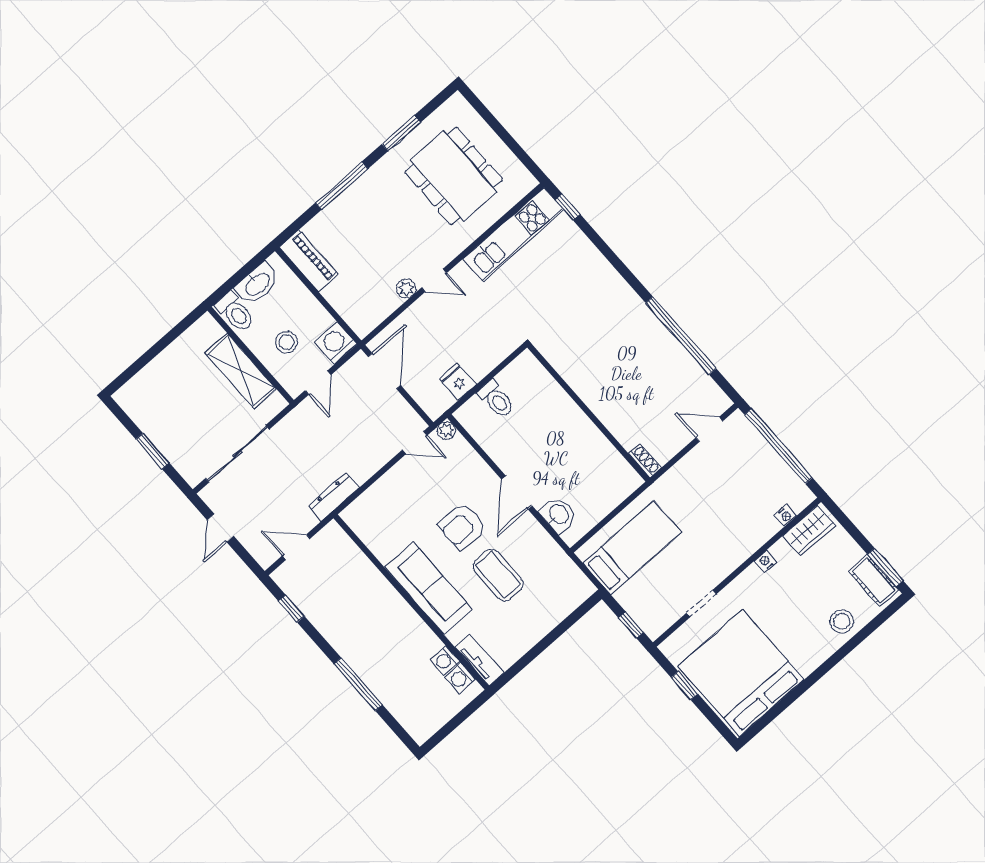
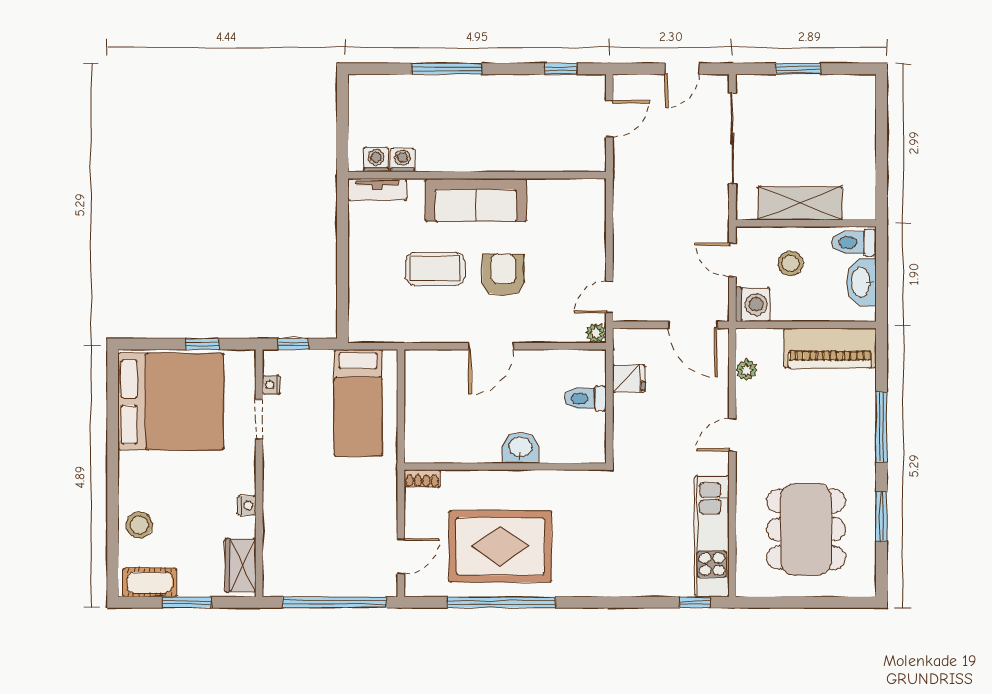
dining table: (454, 176) -> (806, 529), turned 90
piano: (309, 261) -> (830, 348), width x1.37, depth x1.33
plant: (406, 289) -> (746, 370), moved
rug: (644, 369) -> (500, 546), added
door: (517, 492) -> (491, 346), swing flipped
dresser: (334, 497) -> (624, 188), removed
washbasin: (558, 515) -> (520, 448), moved, turned 180
nightstand: (785, 515) -> (271, 385), moved
door: (220, 528) -> (682, 69), swing flipped
window: (885, 567) -> (187, 602), moved

